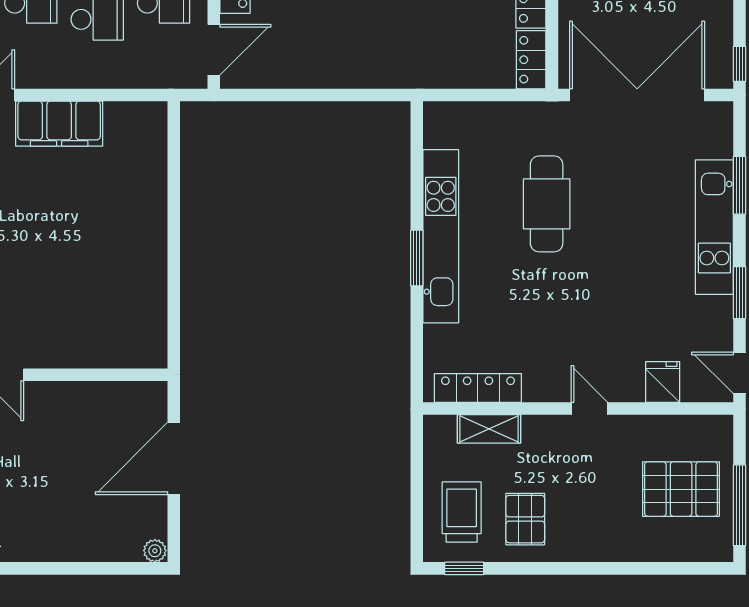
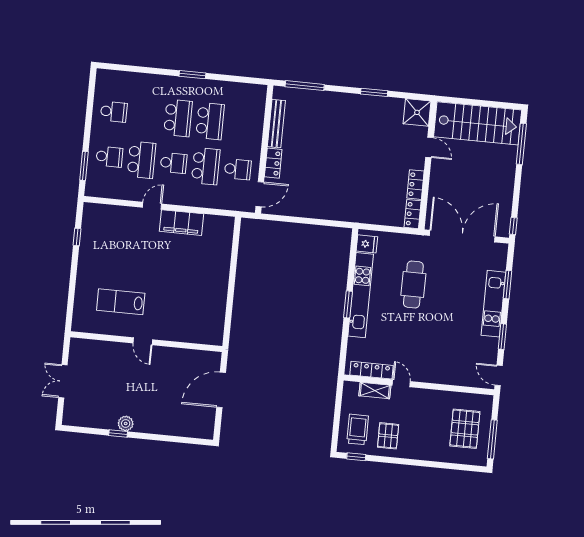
fridge: (663, 382) -> (367, 244), moved, turned 90
door: (589, 408) -> (401, 383), moved
pallet: (681, 489) -> (465, 429), turned 90
plant: (155, 551) -> (208, 434), removed

